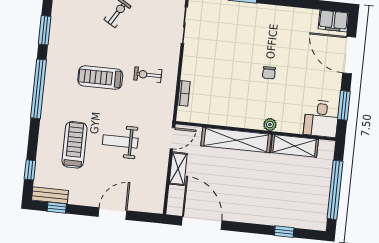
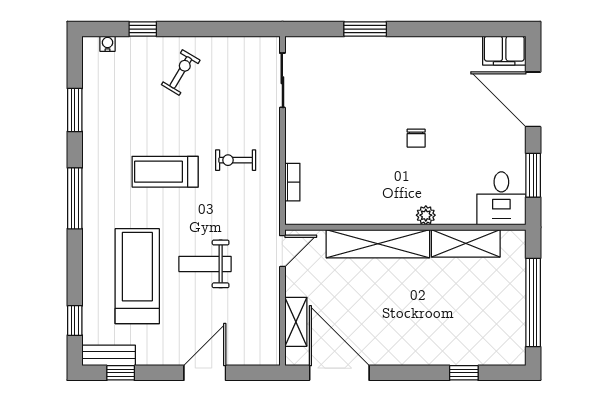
window: (38, 89) -> (75, 198), width x0.68
treadmill: (75, 145) -> (137, 276), width x1.37, depth x1.38
shelving: (178, 169) -> (296, 322), moved

